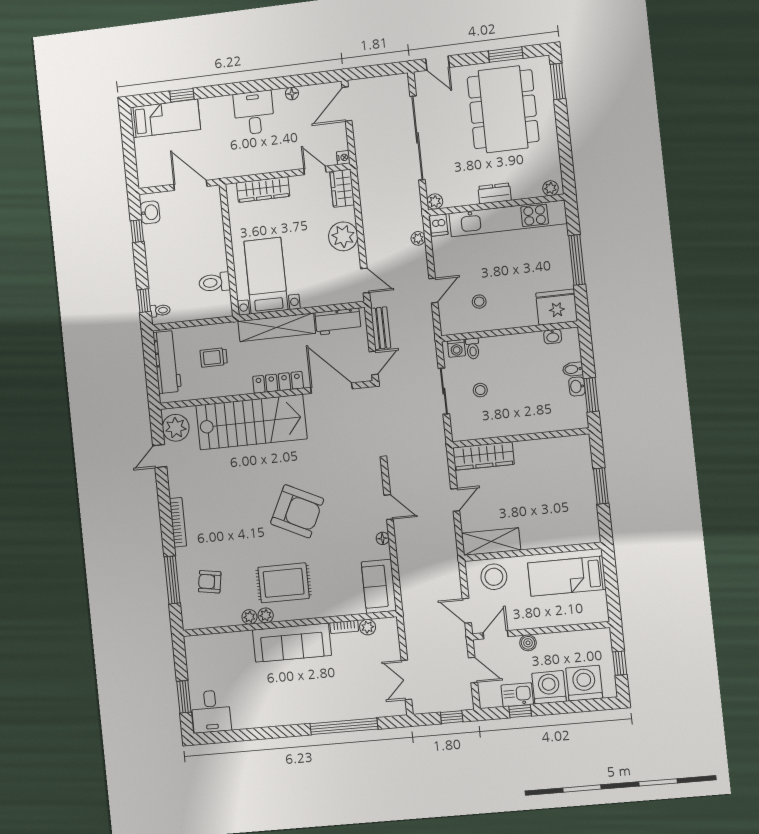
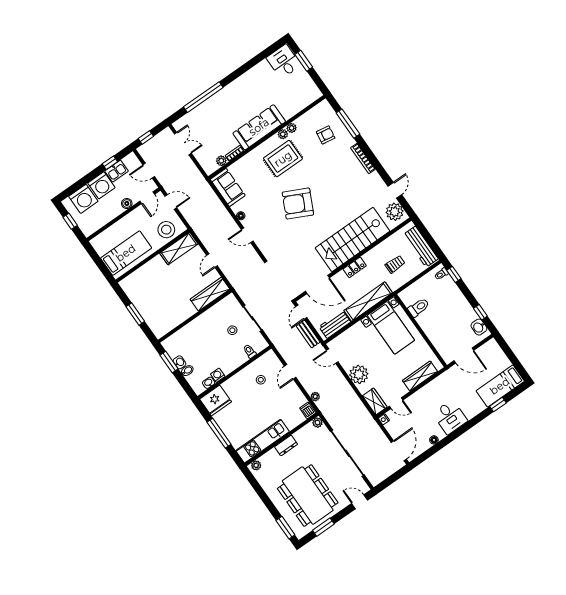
kitchen unit: (508, 218) -> (263, 441), width x0.73
washing machine: (456, 348) -> (218, 375), moved
locker: (278, 382) -> (355, 267), width x0.66

